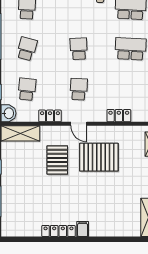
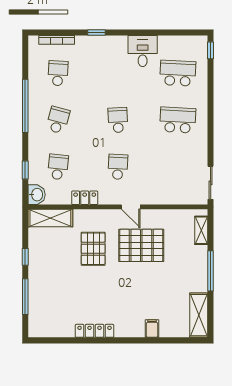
locker: (119, 116) -> (164, 197), removed
door: (79, 124) -> (131, 207), moved
filing cabinet: (83, 229) -> (152, 329), moved

